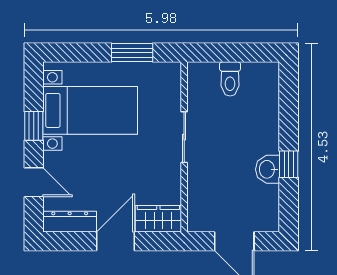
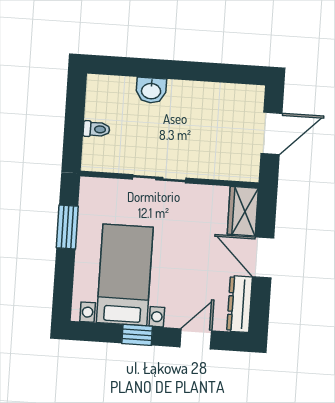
toilet: (230, 79) -> (96, 129), width x0.73, depth x0.72
window: (289, 164) -> (195, 71), removed
washbasin: (268, 169) -> (151, 90), moved

